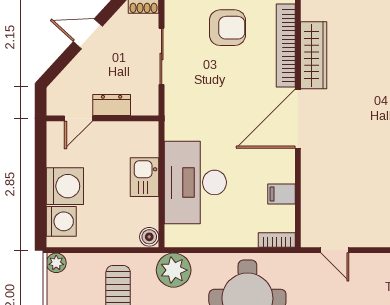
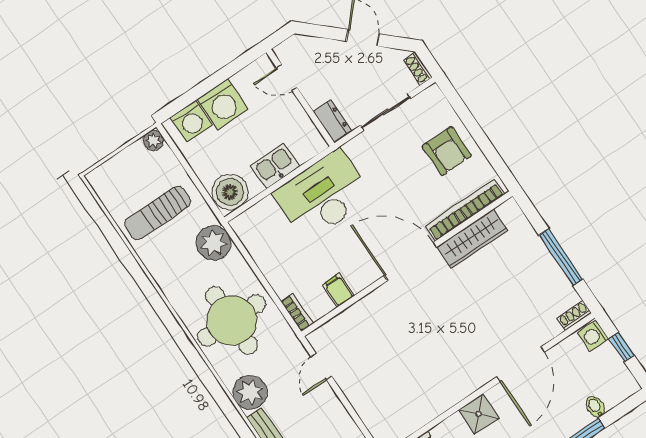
dresser: (112, 105) -> (333, 121), moved
desk: (195, 182) -> (323, 196), moved
boiler: (149, 237) -> (230, 192), width x1.86, depth x1.86

